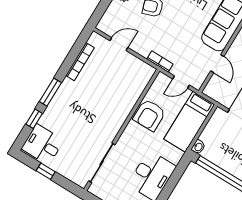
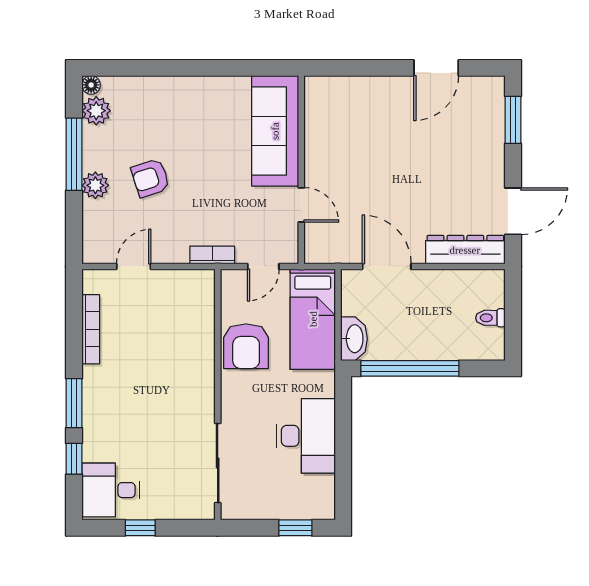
washbasin: (198, 147) -> (354, 339), width x1.91, depth x1.45

